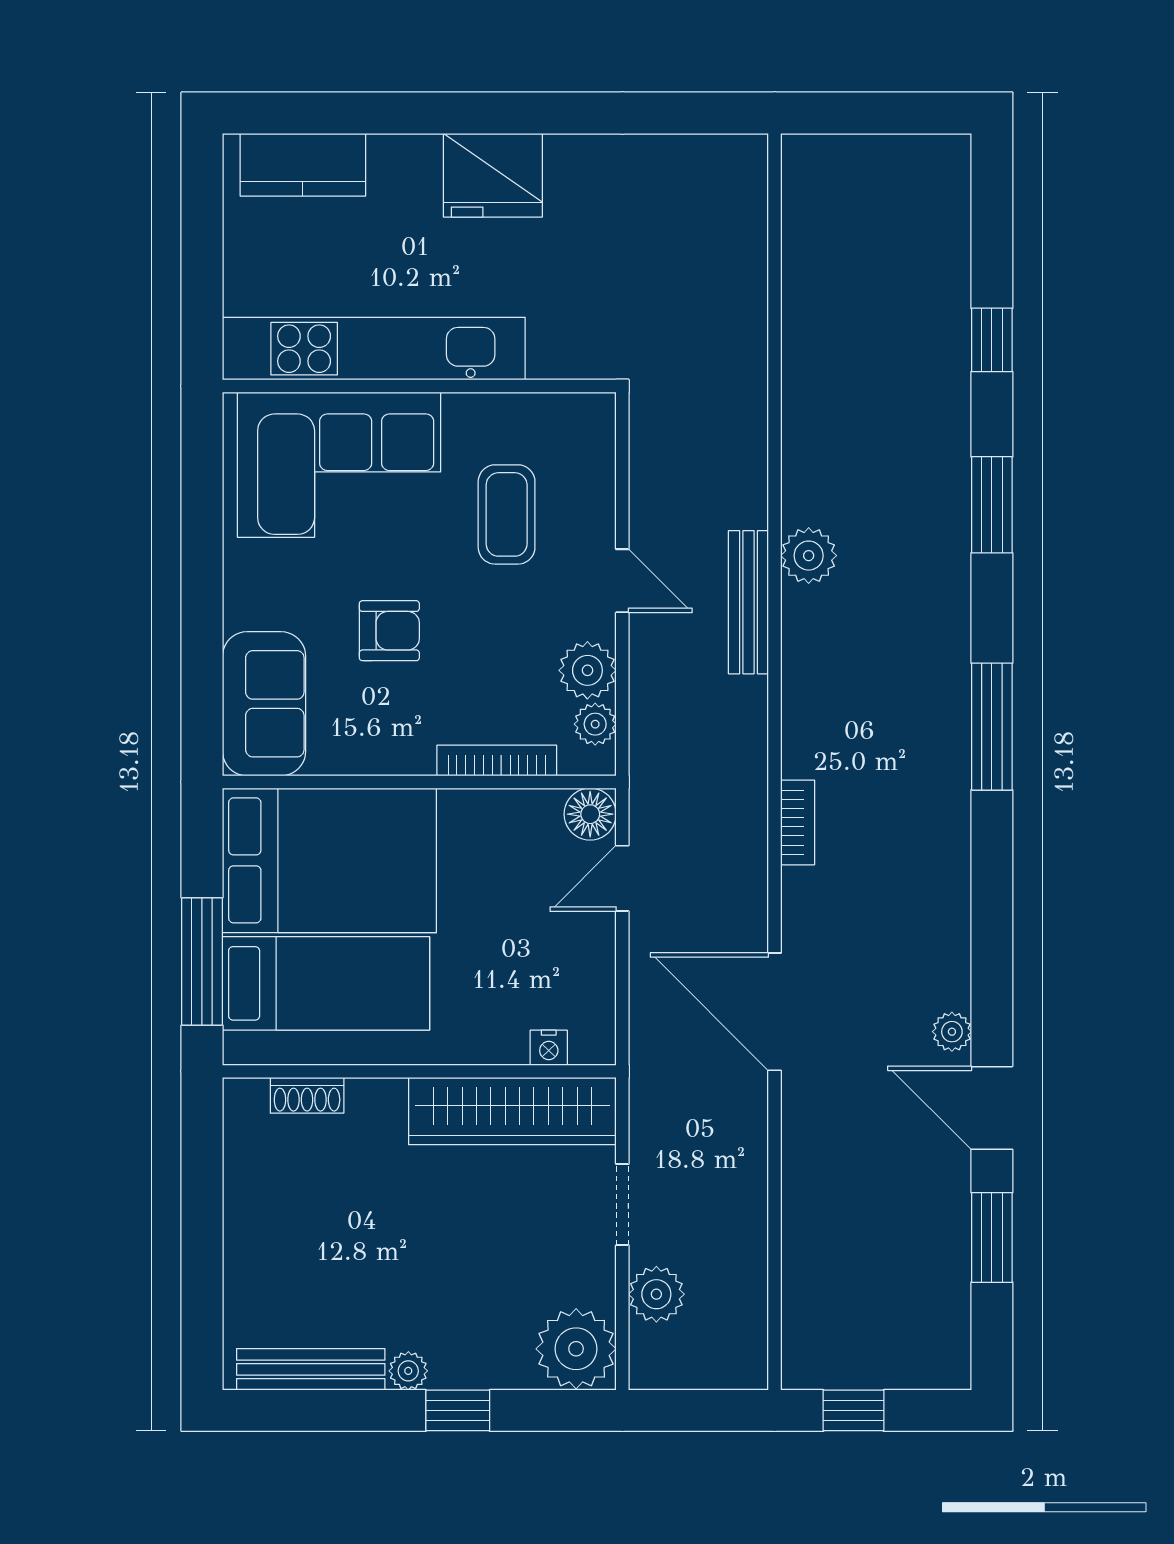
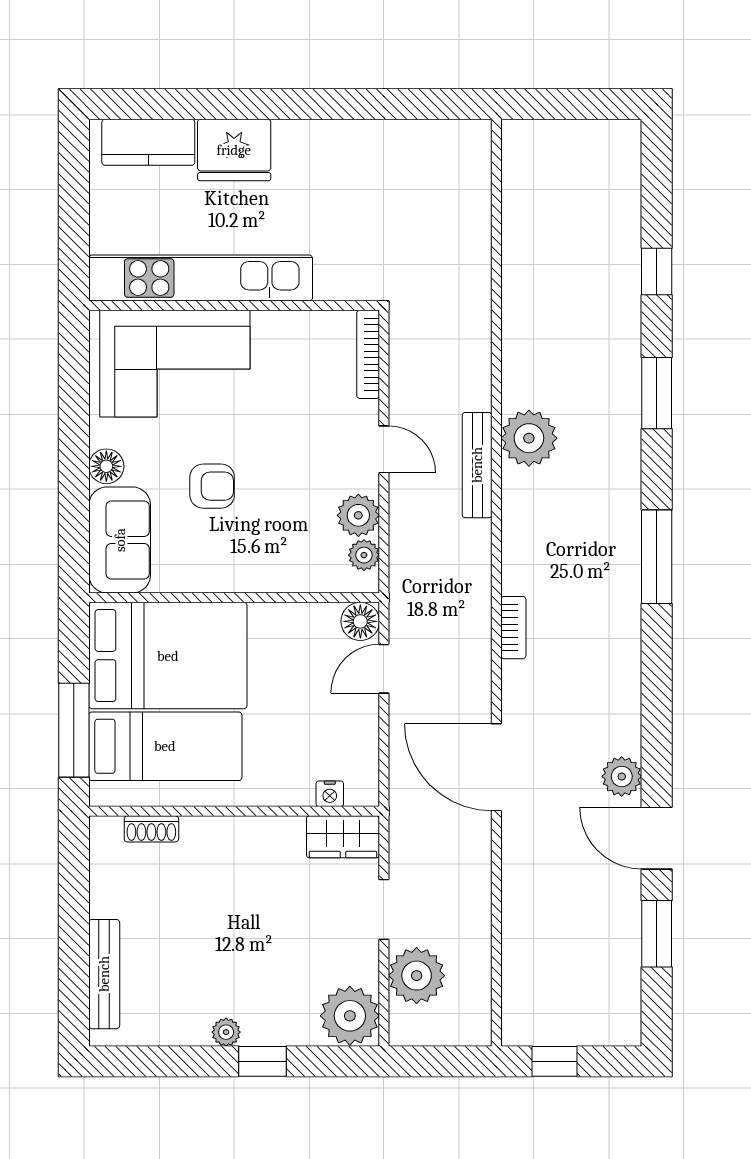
fridge: (493, 175) -> (234, 150), moved
coffee table: (507, 514) -> (299, 400), removed
plant: (809, 556) -> (529, 438), width x1.36, depth x1.36
floor lamp: (246, 604) -> (106, 466), added
bookcase: (497, 761) -> (368, 354), moved, turned -90
plant: (952, 1032) -> (622, 776), width x1.38, depth x1.38
wardrobe: (512, 1111) -> (343, 837), width x0.48, depth x0.85
plant: (656, 1294) -> (417, 976), width x1.36, depth x1.36
bench: (311, 1369) -> (104, 974), moved, turned 90

